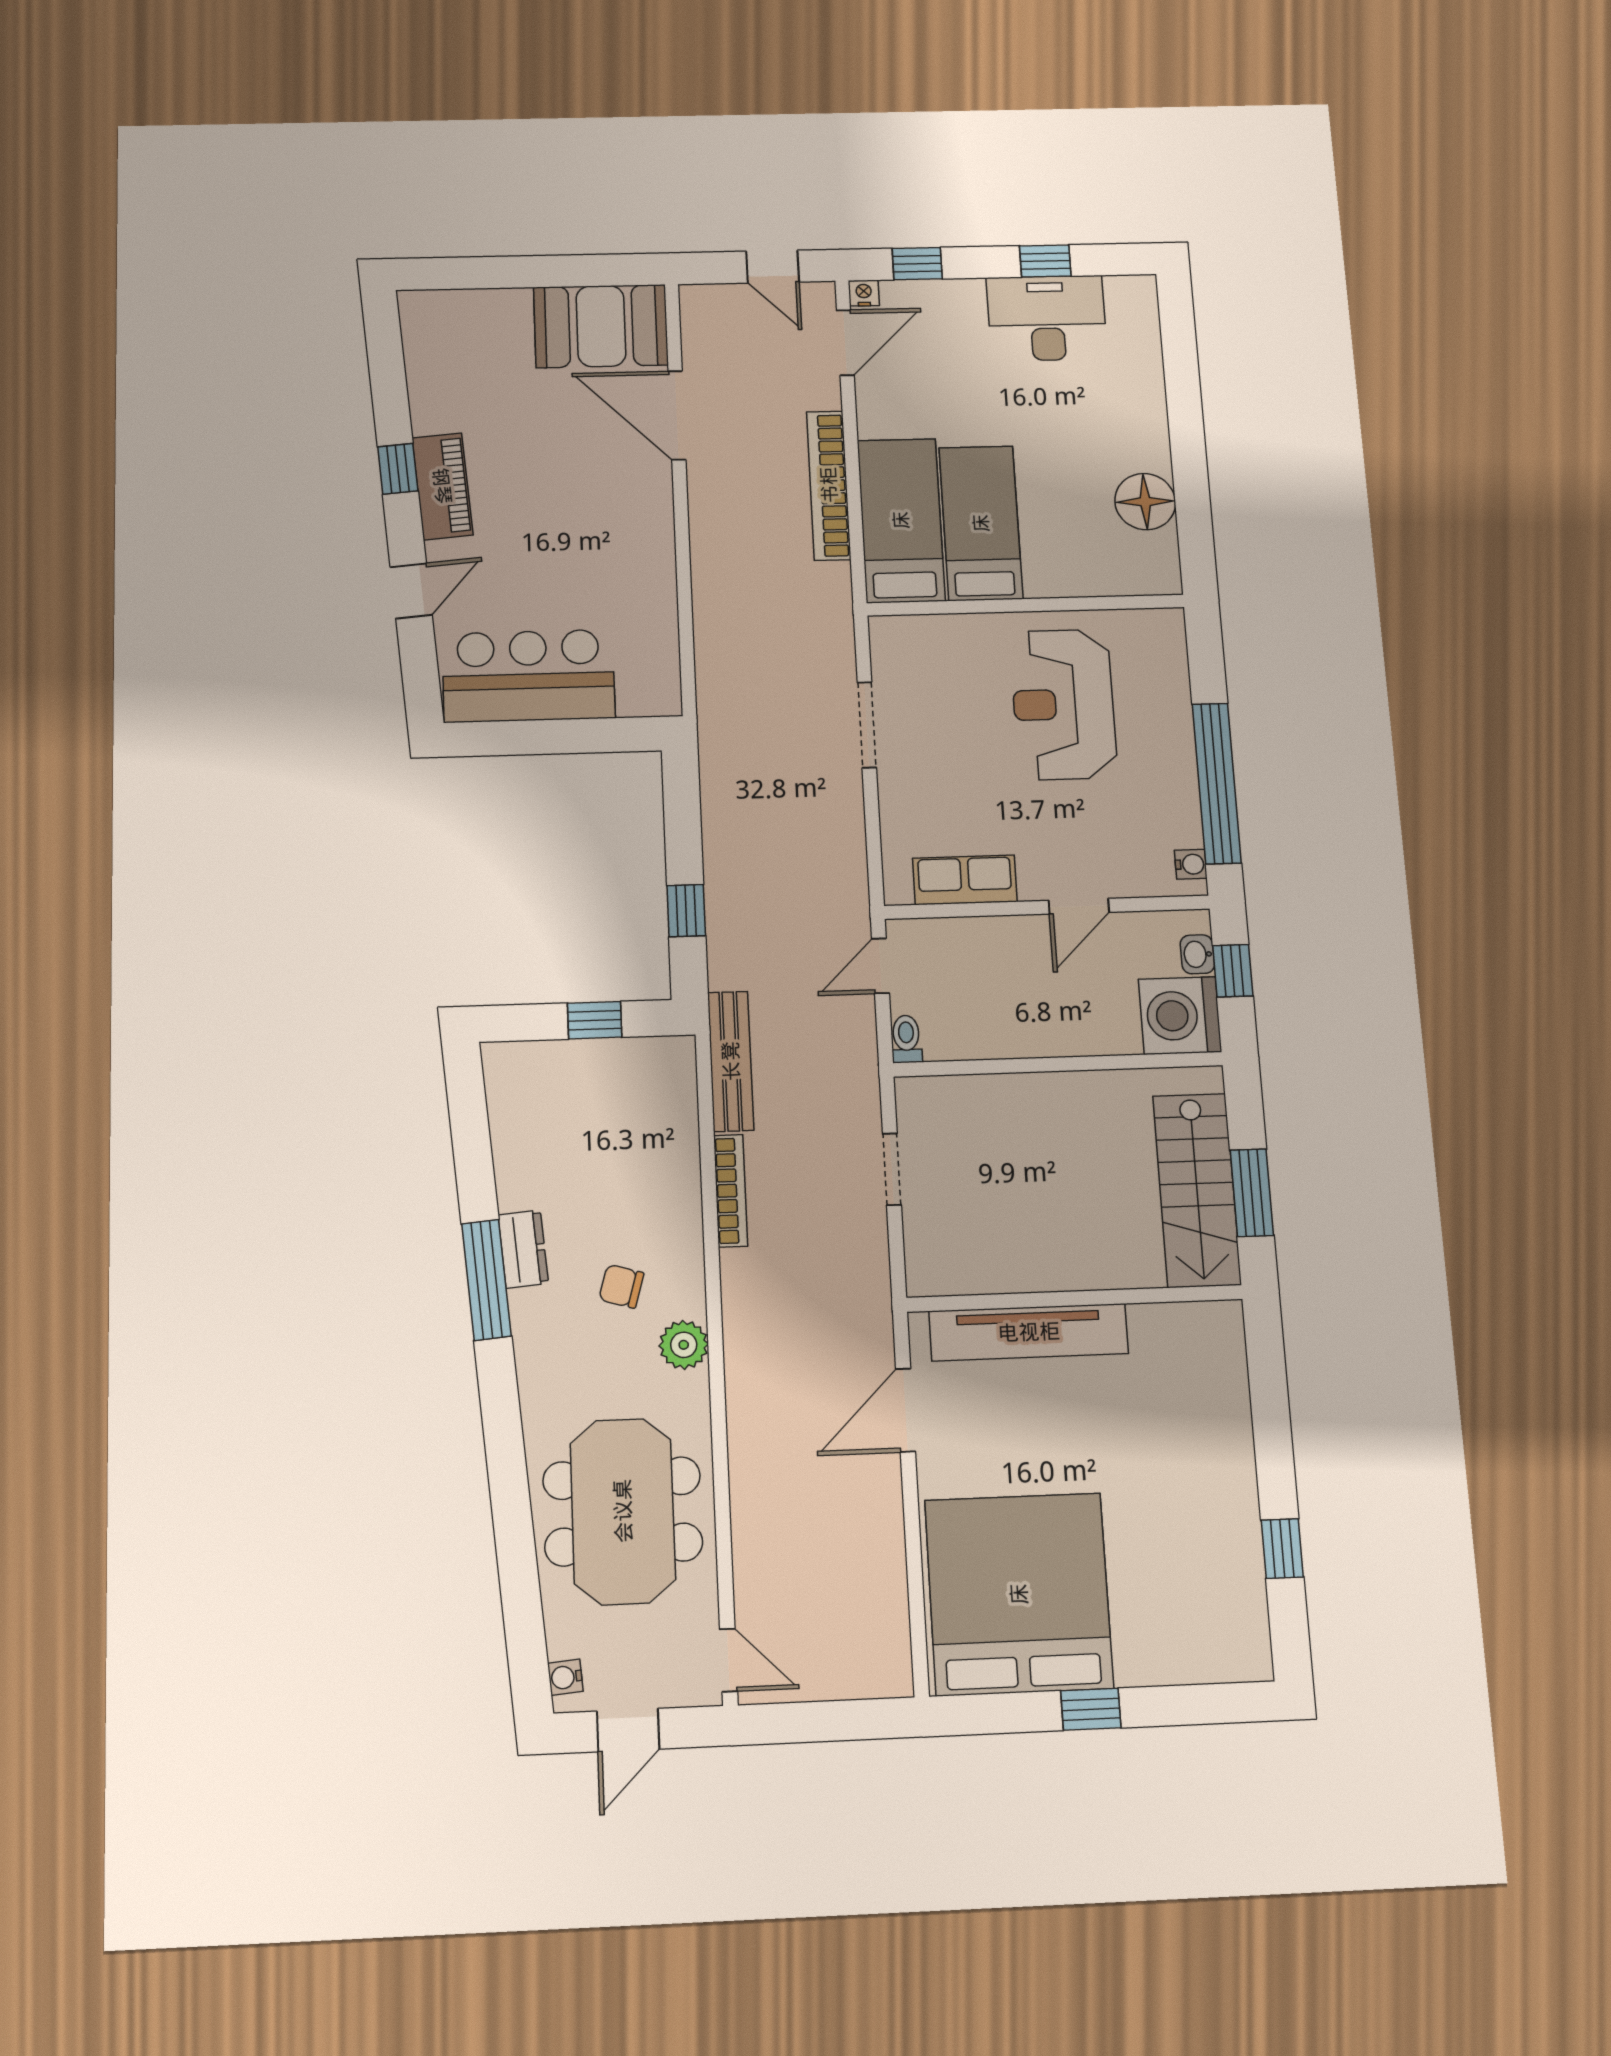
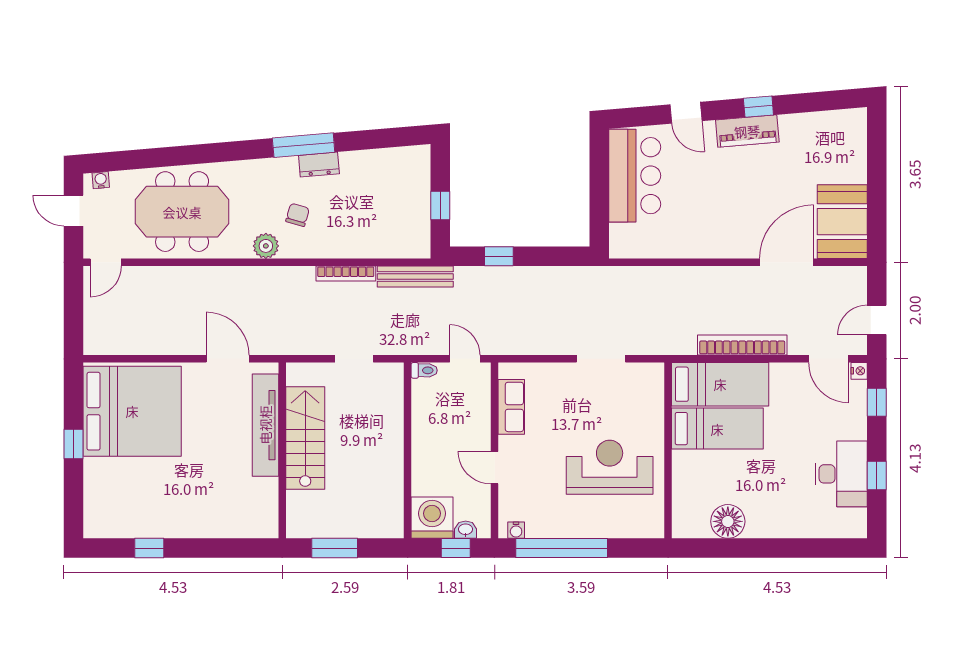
stairs: (1197, 1190) -> (305, 438), moved, turned 90

